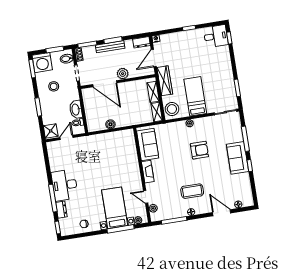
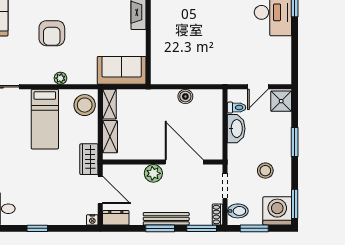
door: (154, 58) -> (100, 190), hinge flipped
wardrobe: (165, 81) -> (89, 159), width x0.67
sofa: (148, 145) -> (122, 70), moved, turned 90
armchair: (199, 150) -> (52, 33), turned -90

